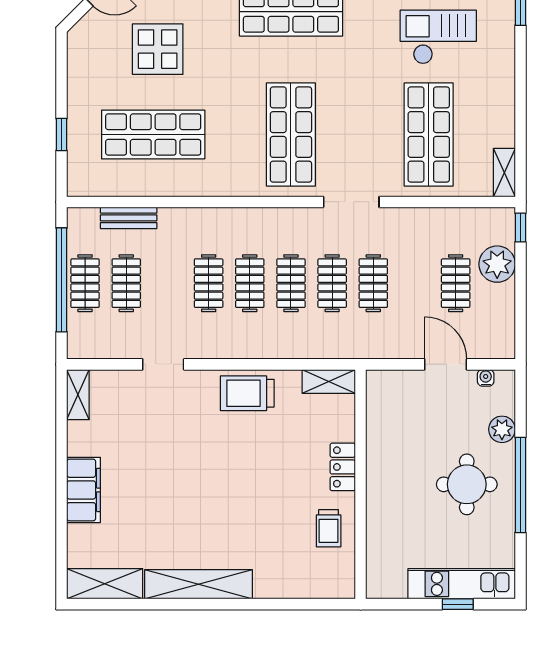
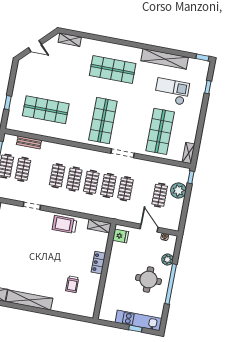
display table: (158, 49) -> (54, 75), removed
fridge: (382, 395) -> (120, 236), added
trolley: (329, 528) -> (72, 284), moved

